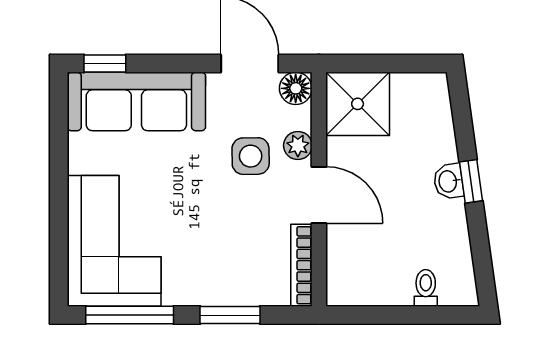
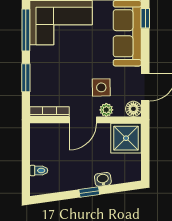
washbasin: (449, 181) -> (103, 179), moved

